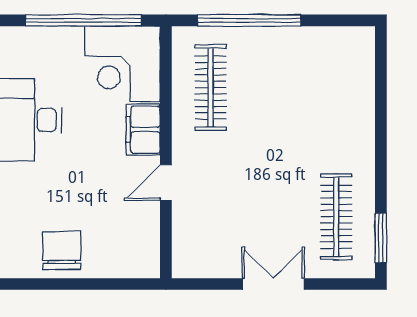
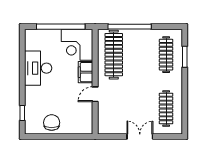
clothes rail: (211, 88) -> (114, 55), width x1.37, depth x1.31
clothes rail: (336, 88) -> (166, 55), added
window: (381, 238) -> (185, 57), moved

